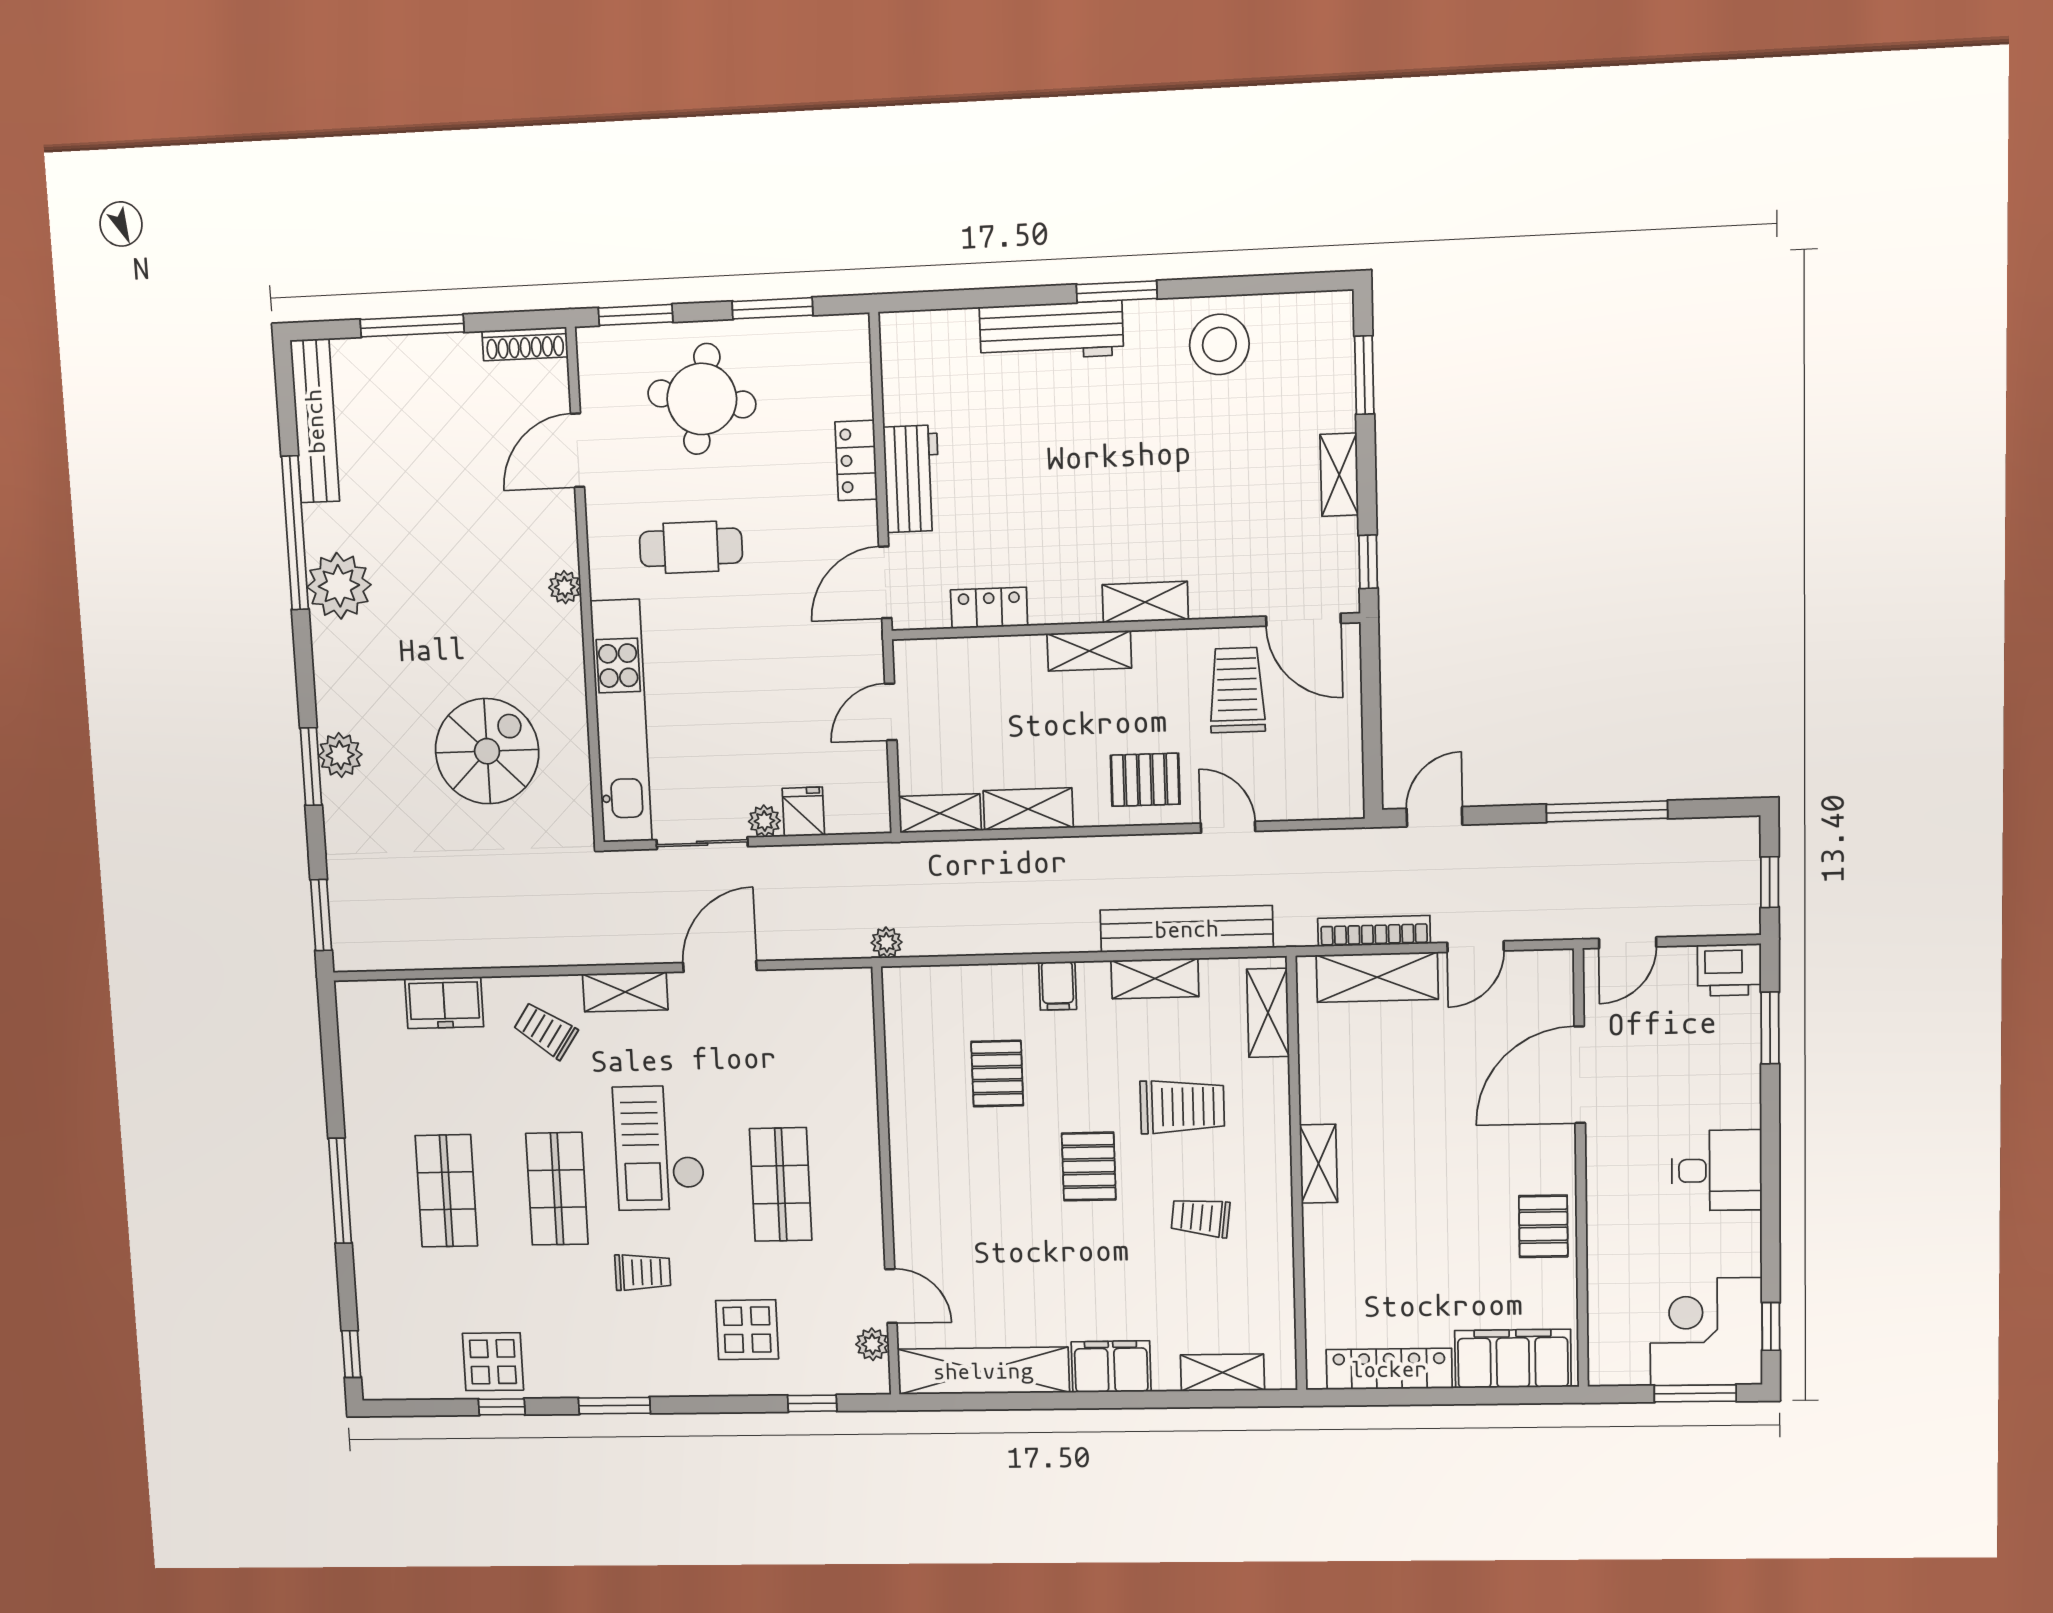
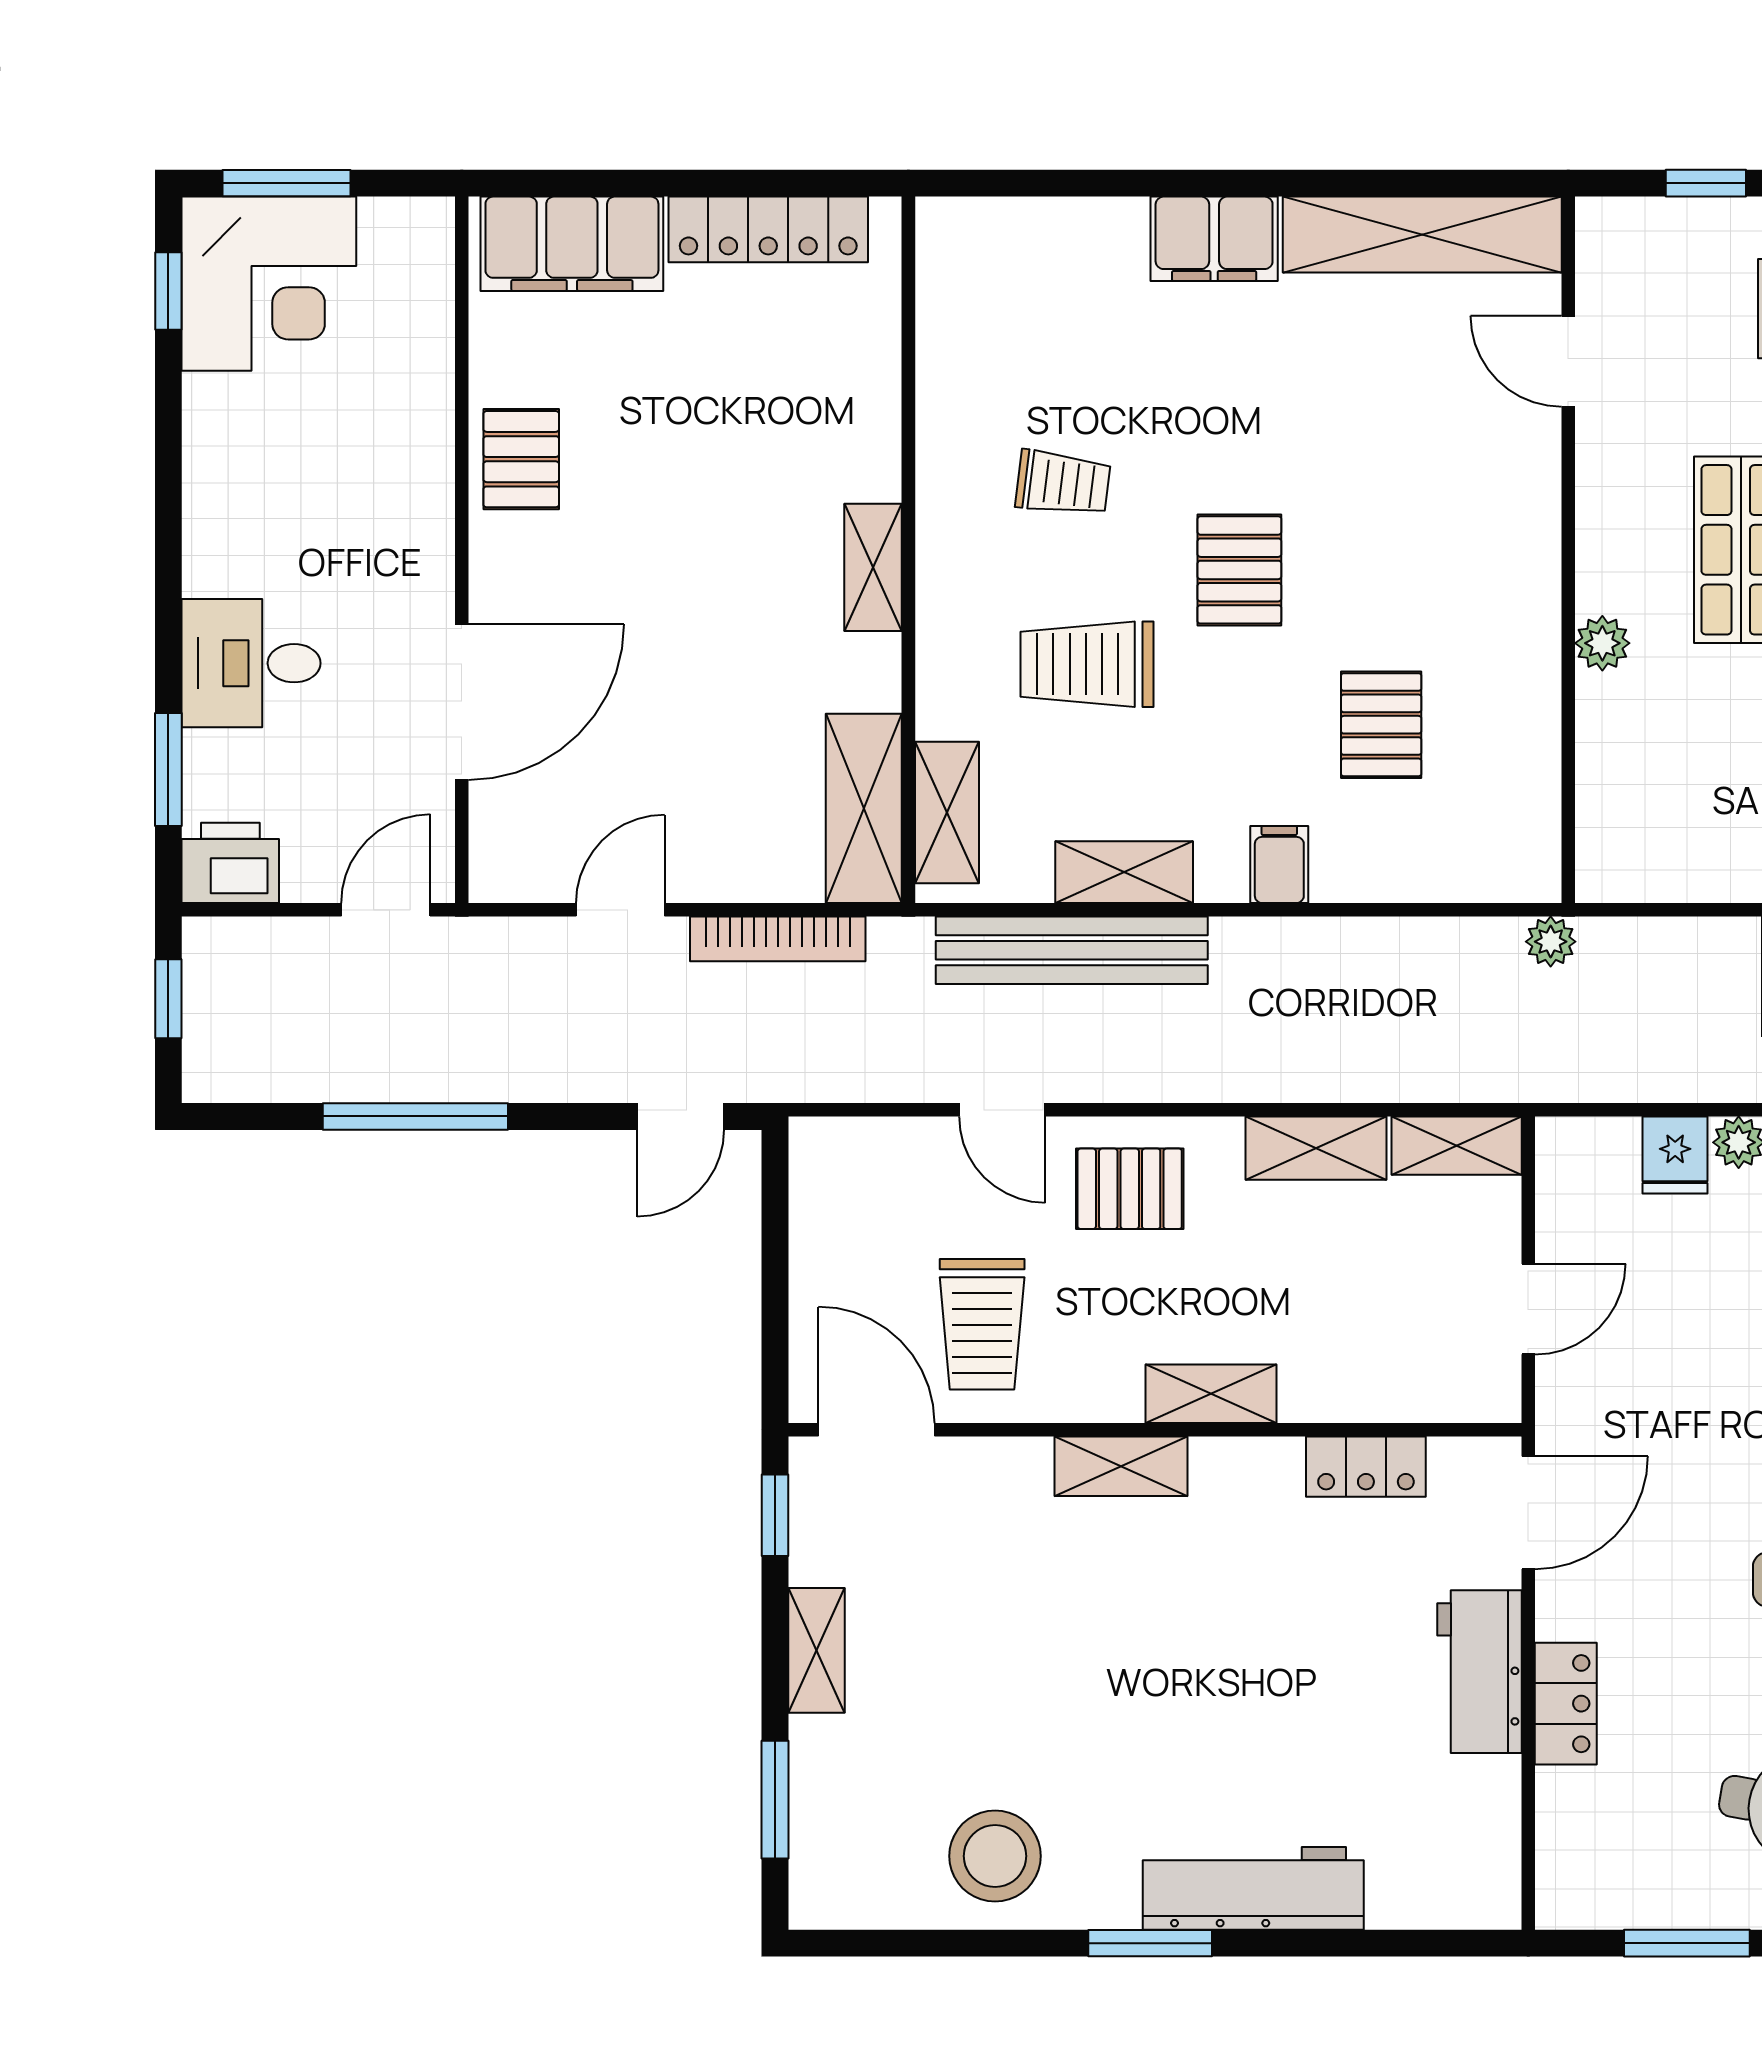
shelving: (1377, 977) -> (864, 808), moved, turned 90
desk: (1717, 1170) -> (251, 663), moved
plant: (872, 1344) -> (1602, 643), moved
shelving: (1222, 1373) -> (1035, 227), removed

